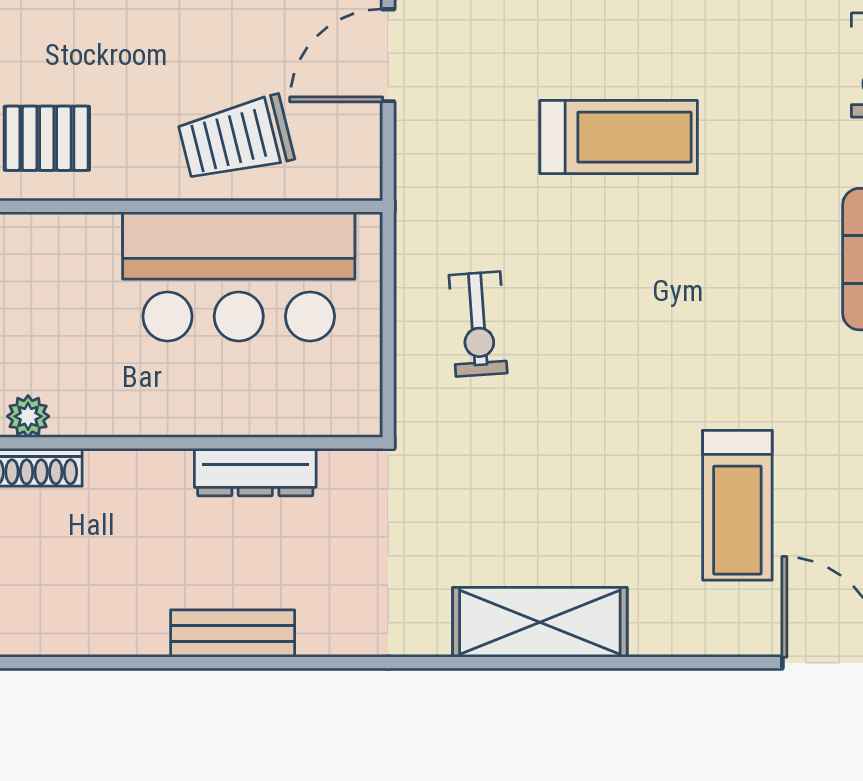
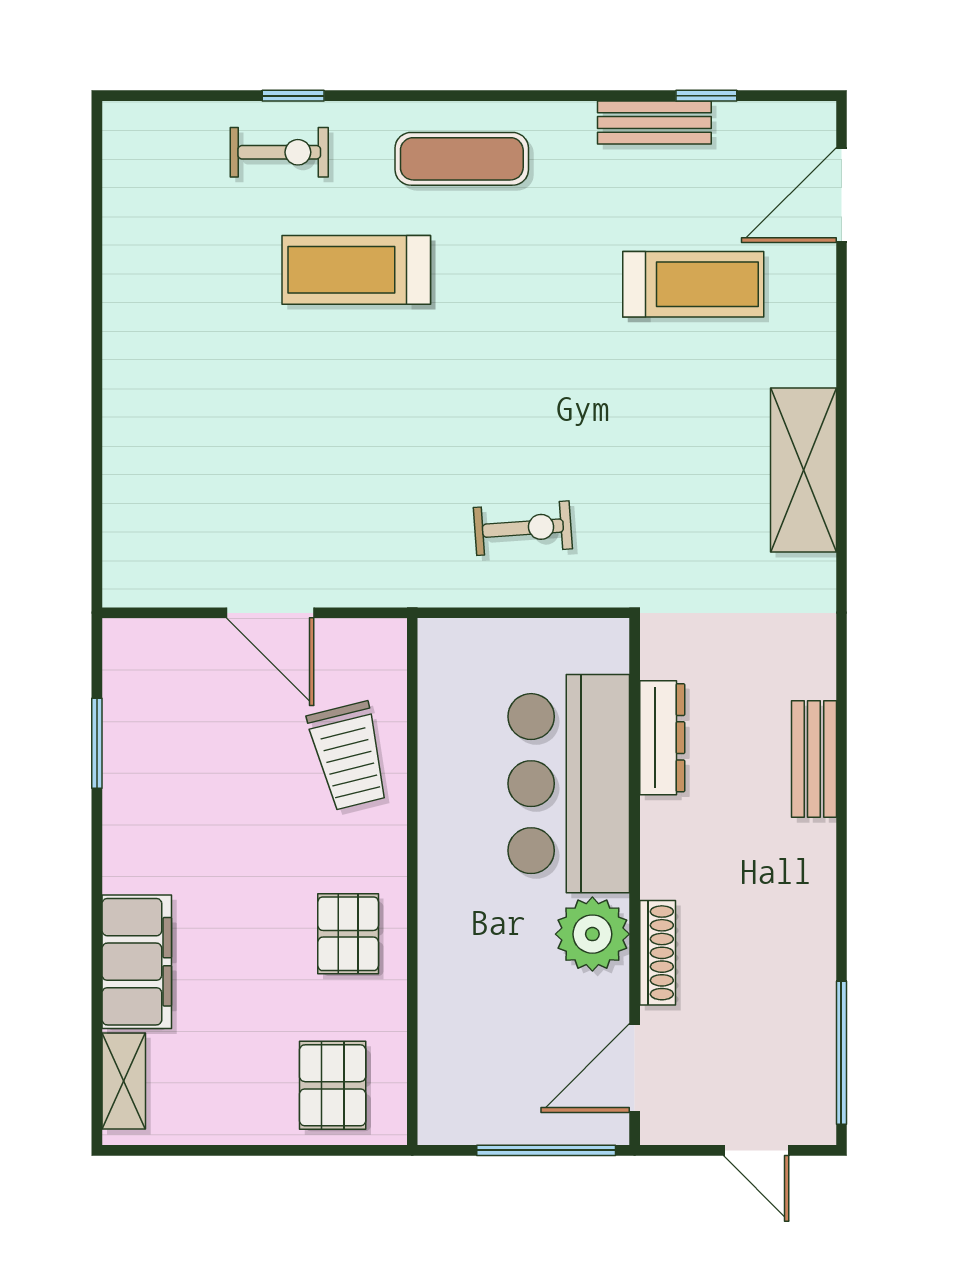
treadmill: (619, 137) -> (356, 270), moved, turned -90
bar counter: (239, 276) -> (569, 784), moved, turned 180
plant: (28, 416) -> (592, 934), width x1.88, depth x1.88

